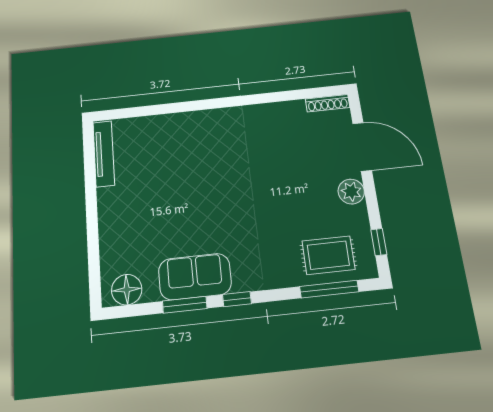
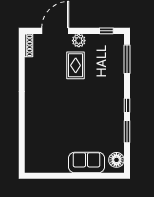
tv unit: (104, 154) -> (44, 168), removed
rug: (328, 255) -> (76, 65), moved
sofa: (195, 277) -> (86, 163), moved, turned 90

